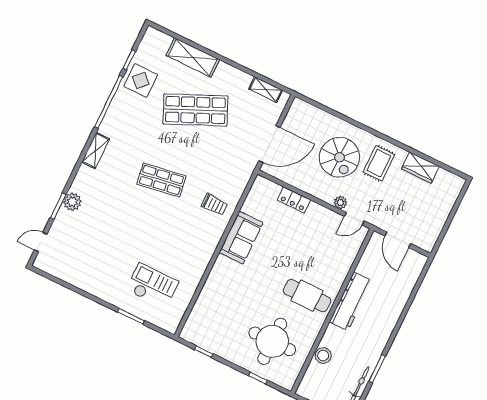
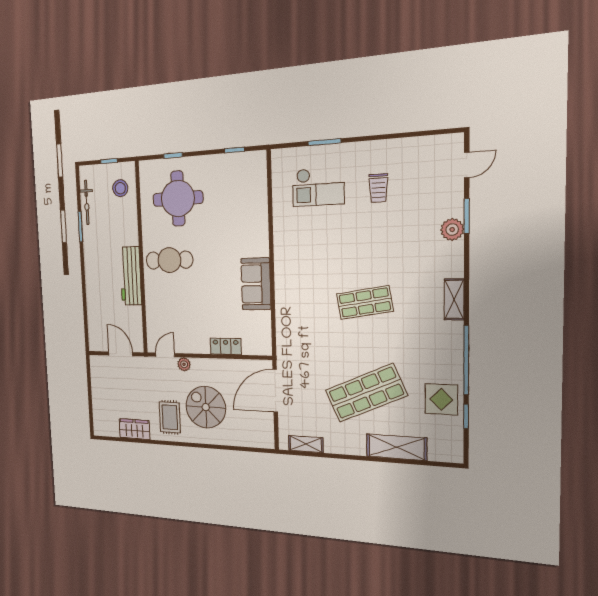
trolley: (214, 205) -> (378, 188), moved, turned -90
stool: (323, 356) -> (120, 188), moved

